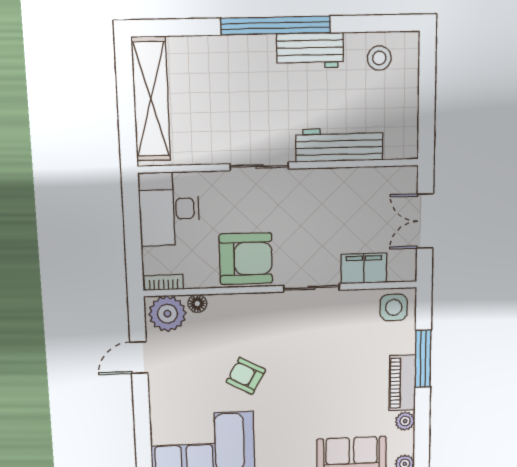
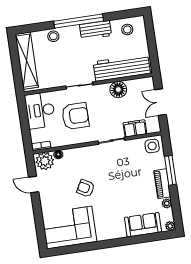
stool: (216, 52) -> (53, 36), added
workbench: (339, 145) -> (122, 68), width x1.36, depth x1.32
floor lamp: (341, 185) -> (118, 90), added
armchair: (246, 259) -> (75, 116), moved
door: (139, 358) -> (34, 184), hinge flipped

